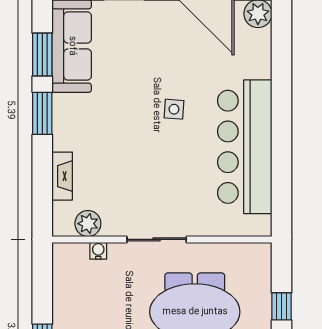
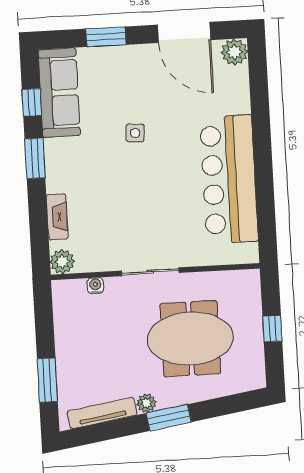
window: (42, 55) -> (32, 102), width x0.67
side table: (174, 109) -> (135, 133), moved
plant: (88, 224) -> (62, 262), moved

